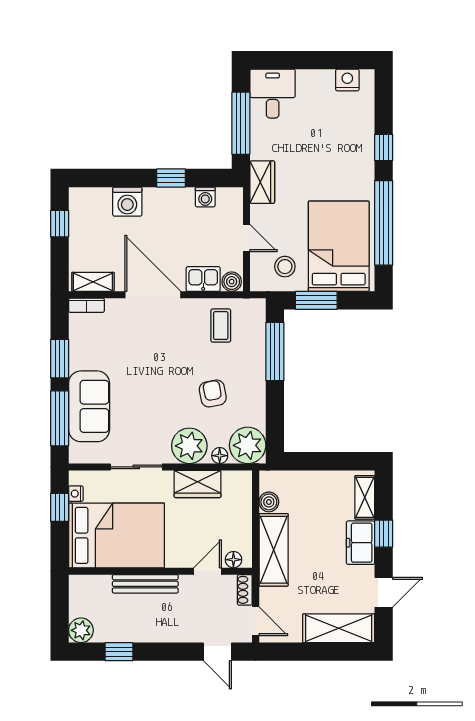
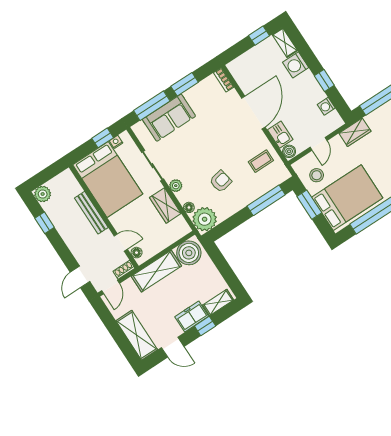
shelving: (93, 282) -> (285, 42), moved
plant: (189, 446) -> (176, 186), width x0.53, depth x0.53
boiler: (269, 502) -> (189, 253), width x1.86, depth x1.86

